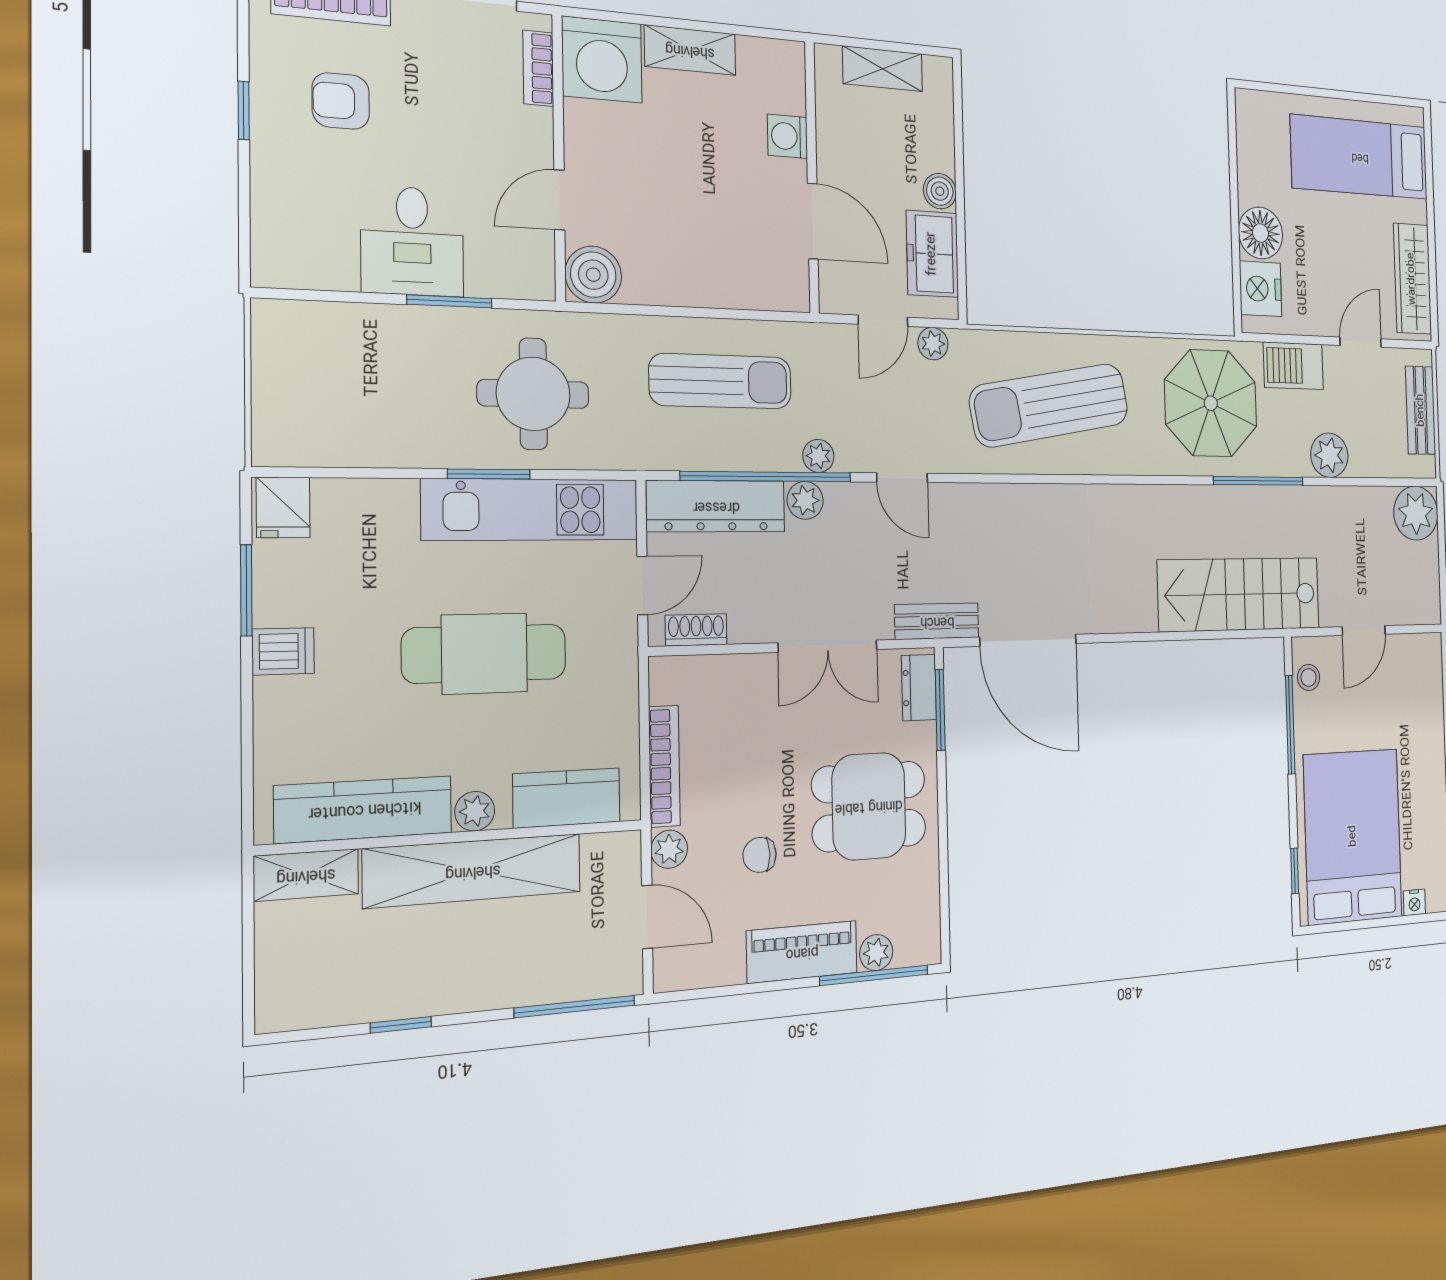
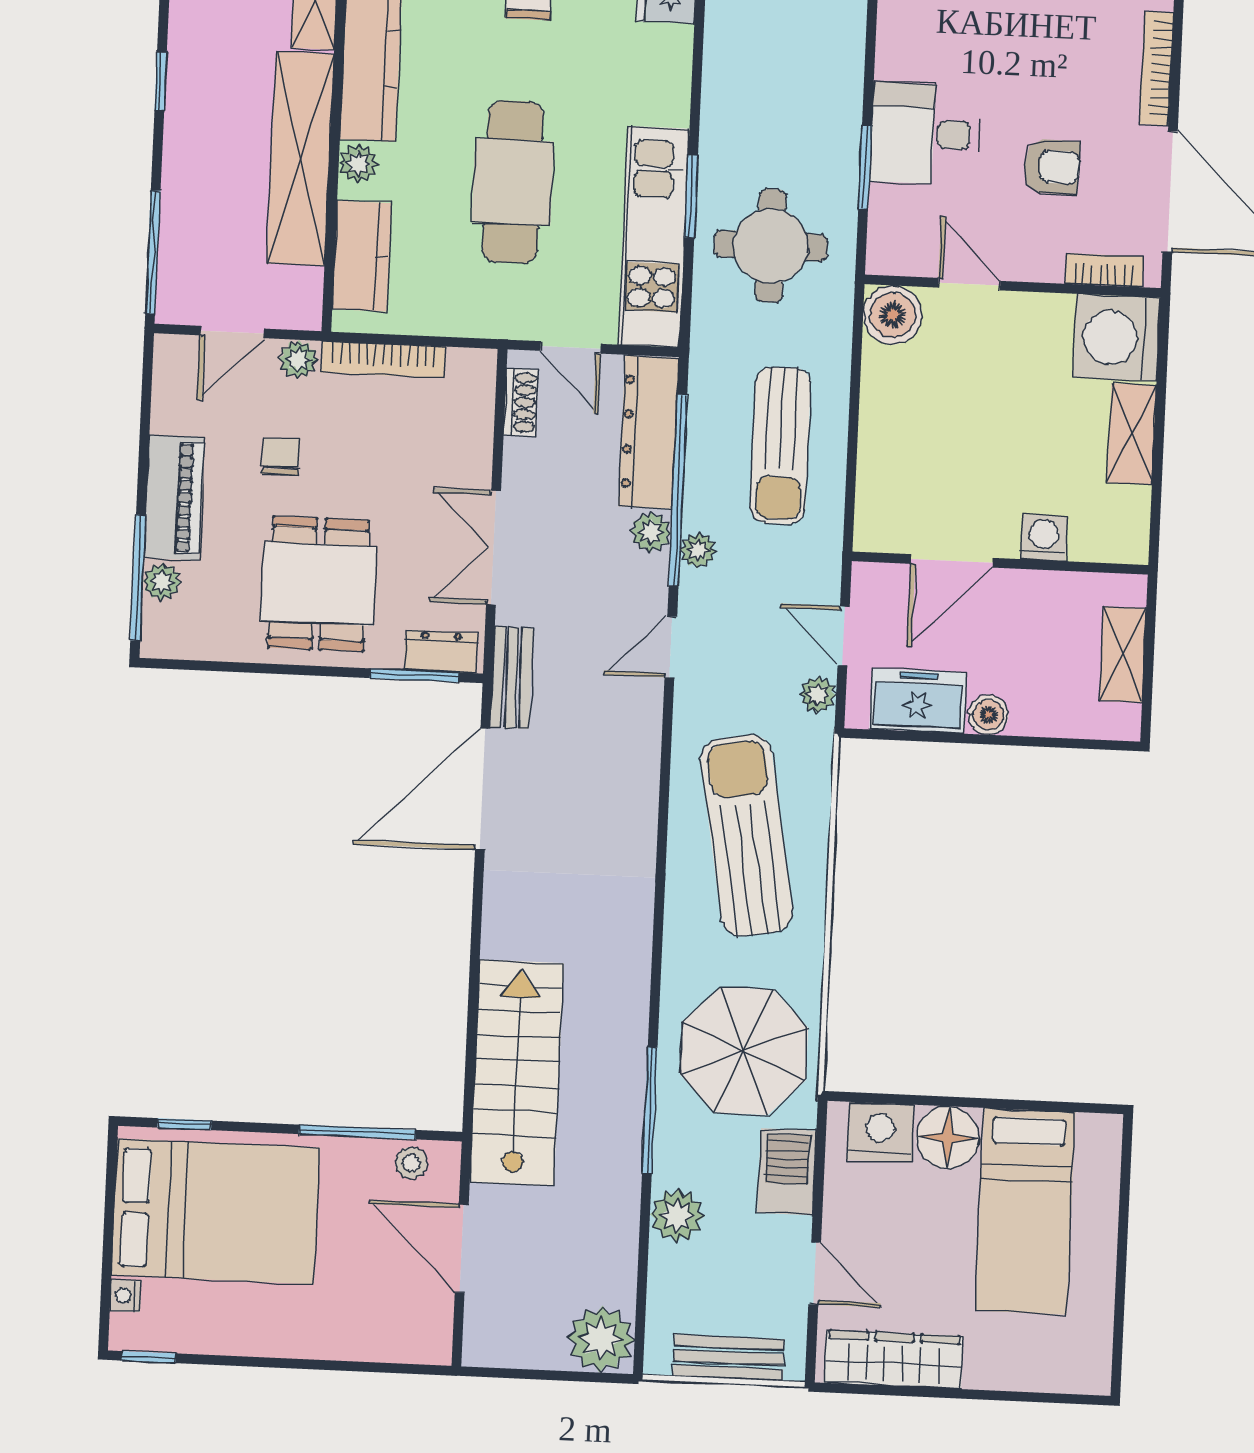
armchair: (341, 101) -> (1052, 167), moved, turned 91
bed: (1360, 157) -> (1025, 1211), moved, turned 180
door: (1364, 630) -> (462, 1248), width x1.38

